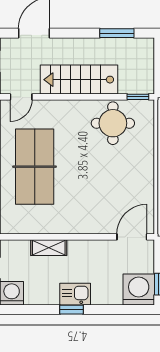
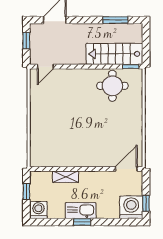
stairs: (79, 80) -> (114, 54), moved
table tennis table: (35, 167) -> (55, 117), removed
kitchen sink: (75, 294) -> (81, 211), width x1.38

